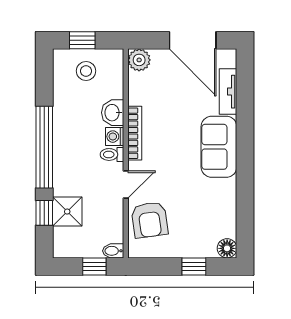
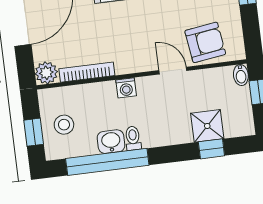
washbasin: (113, 113) -> (111, 142), moved, turned 180
bookcase: (135, 133) -> (87, 72), moved
window: (44, 147) -> (107, 162), moved
toilet: (112, 154) -> (133, 138), moved, turned 180

